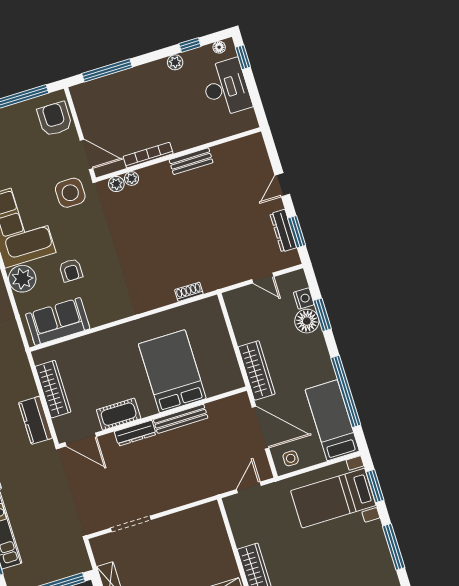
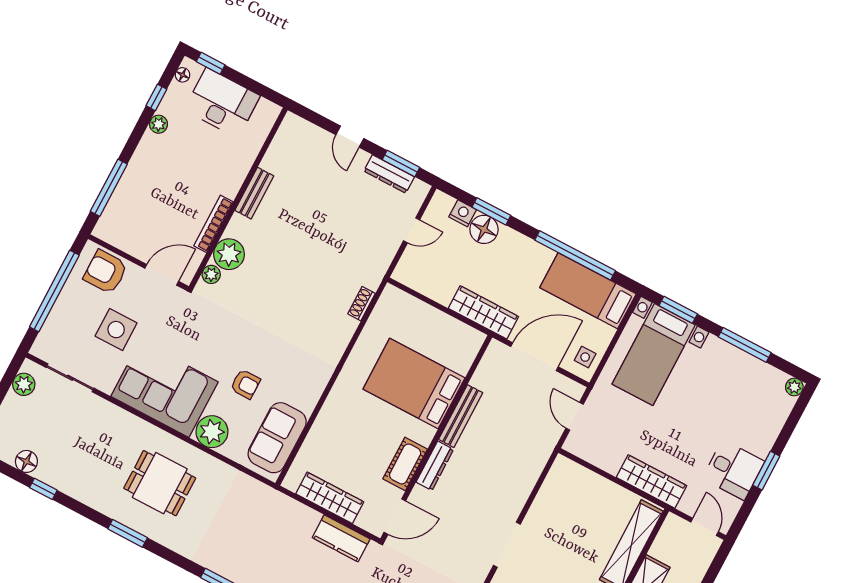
plant: (132, 179) -> (229, 254), width x1.88, depth x1.88
side table: (70, 193) -> (116, 330), moved

